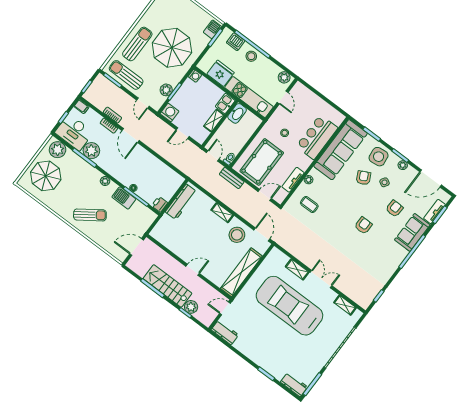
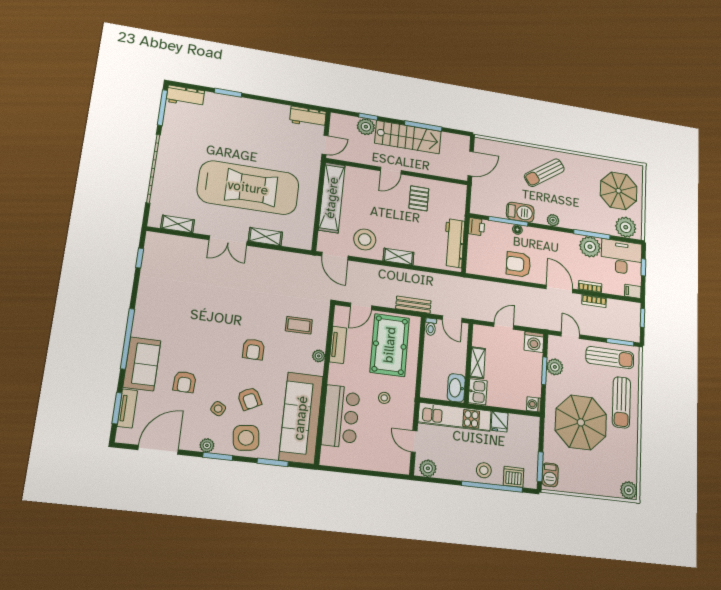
fridge: (221, 73) -> (499, 422), width x0.53, depth x0.75
armchair: (147, 166) -> (518, 264), added
armchair: (363, 225) -> (253, 349), moved
pallet: (186, 242) -> (419, 198), added

